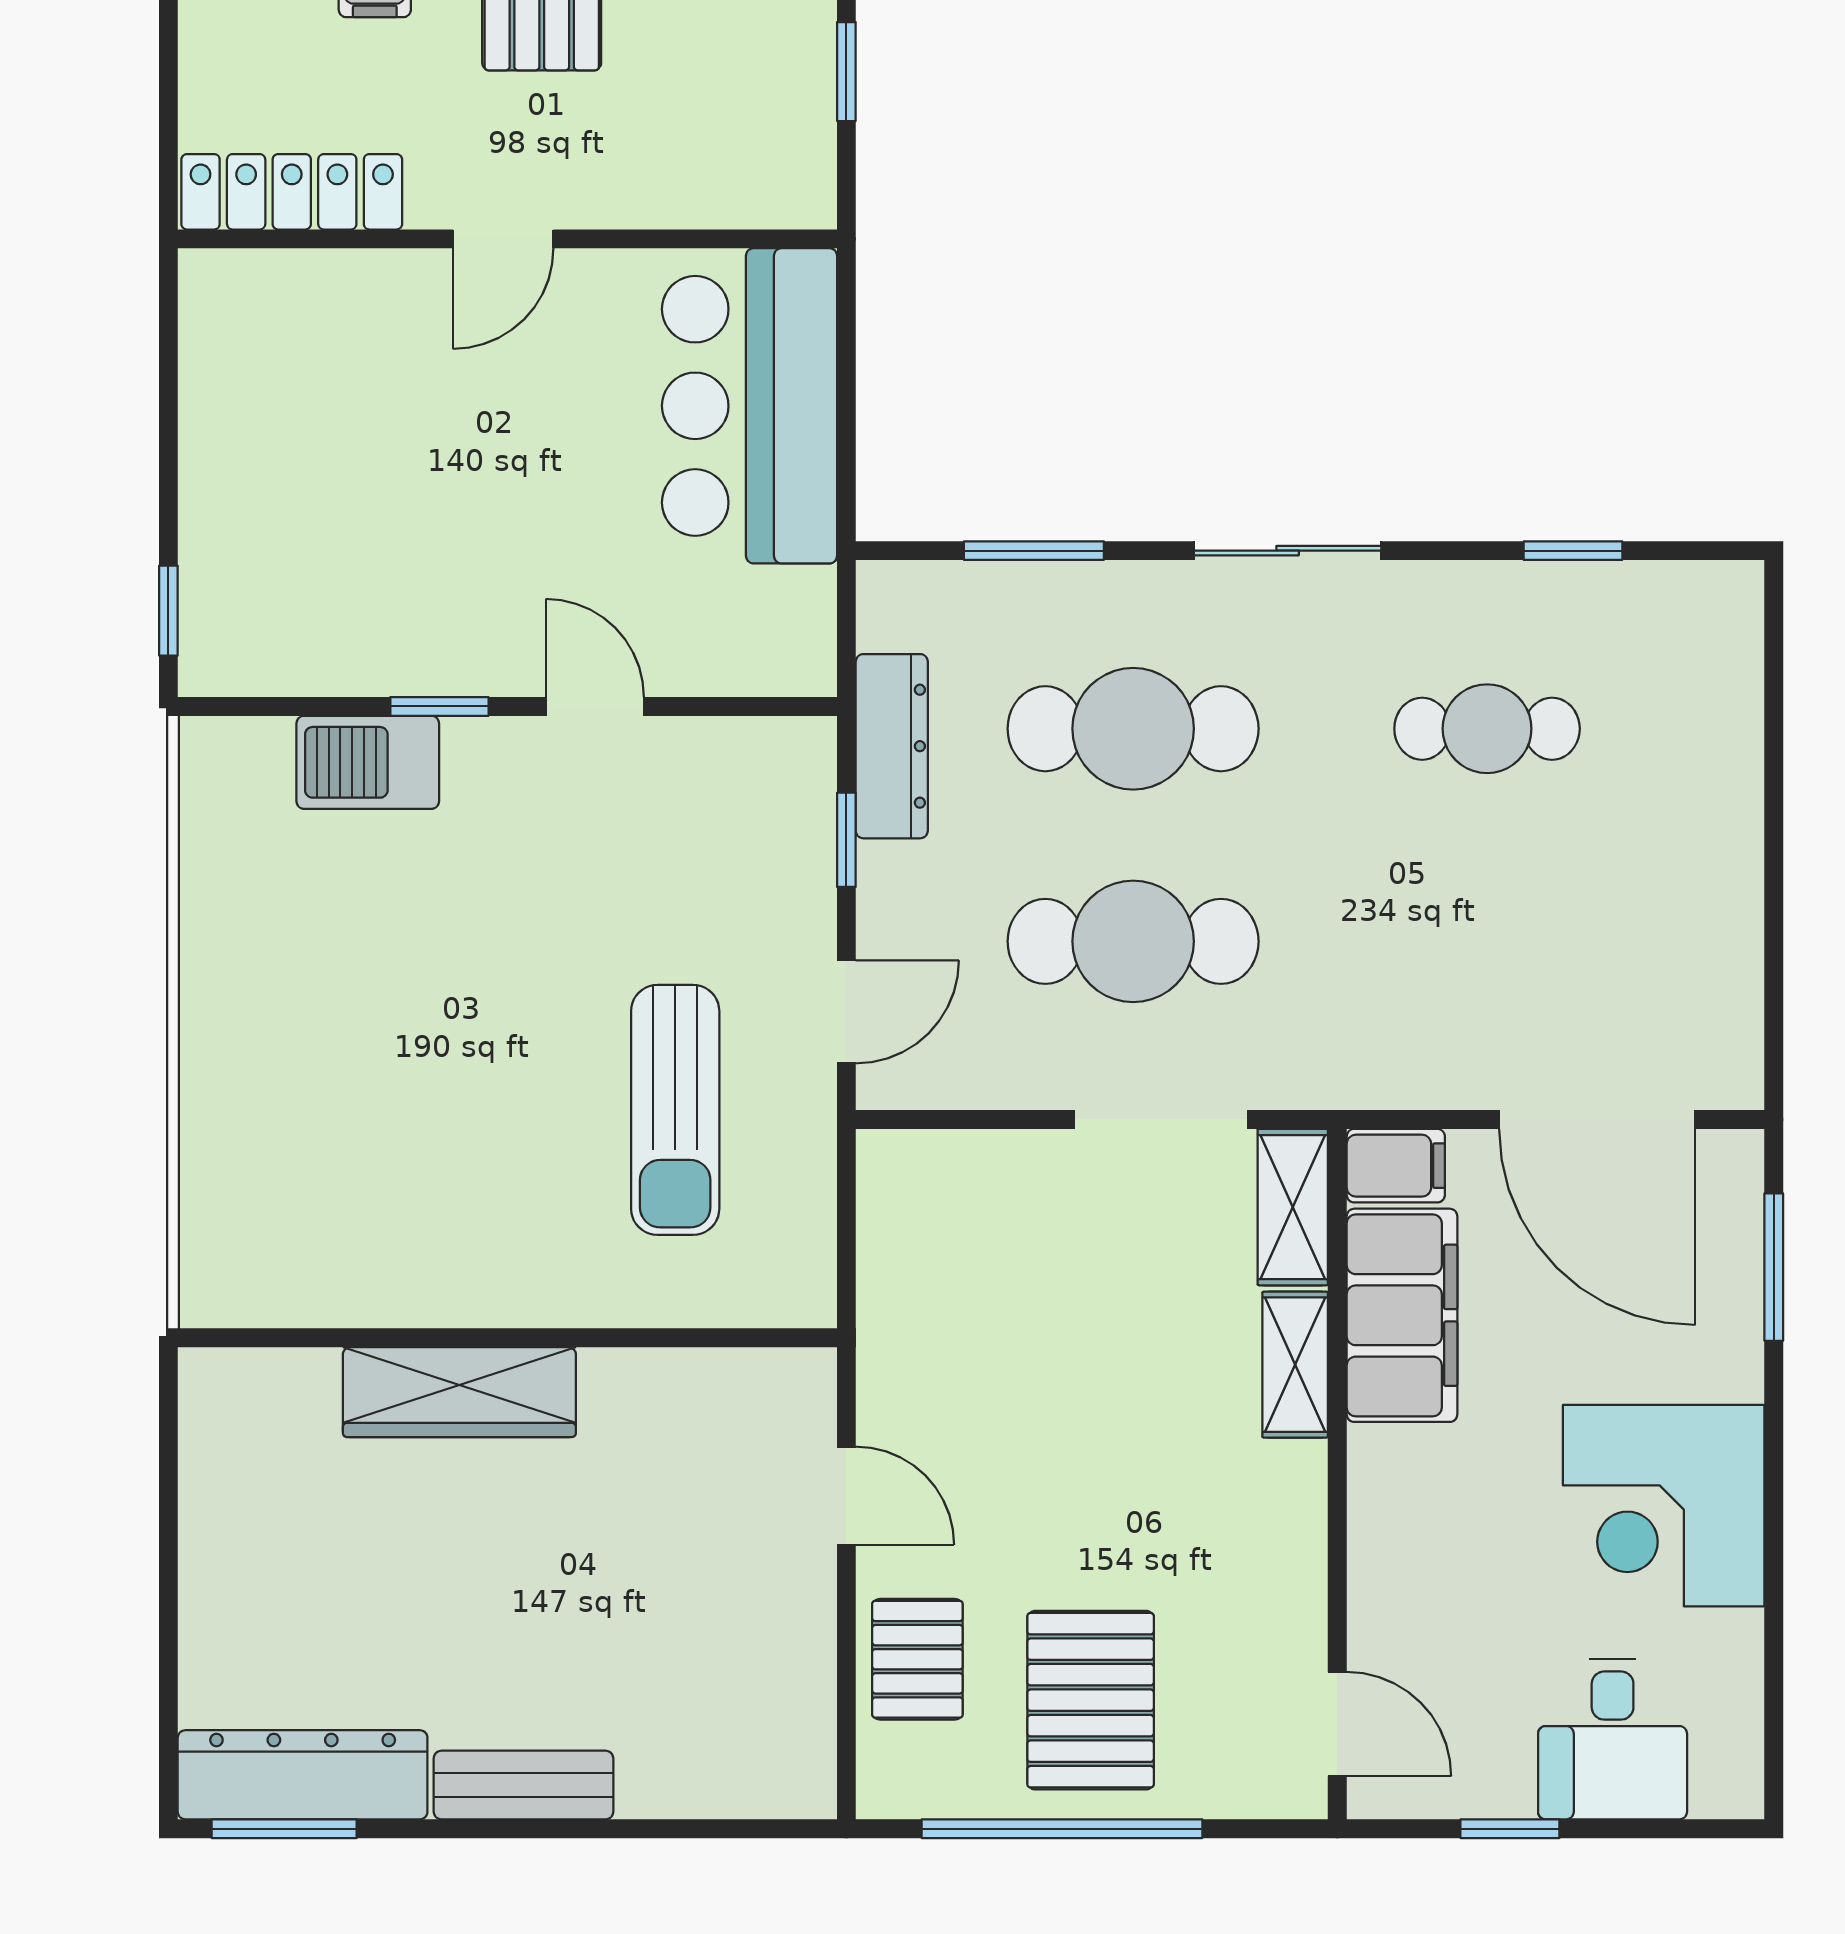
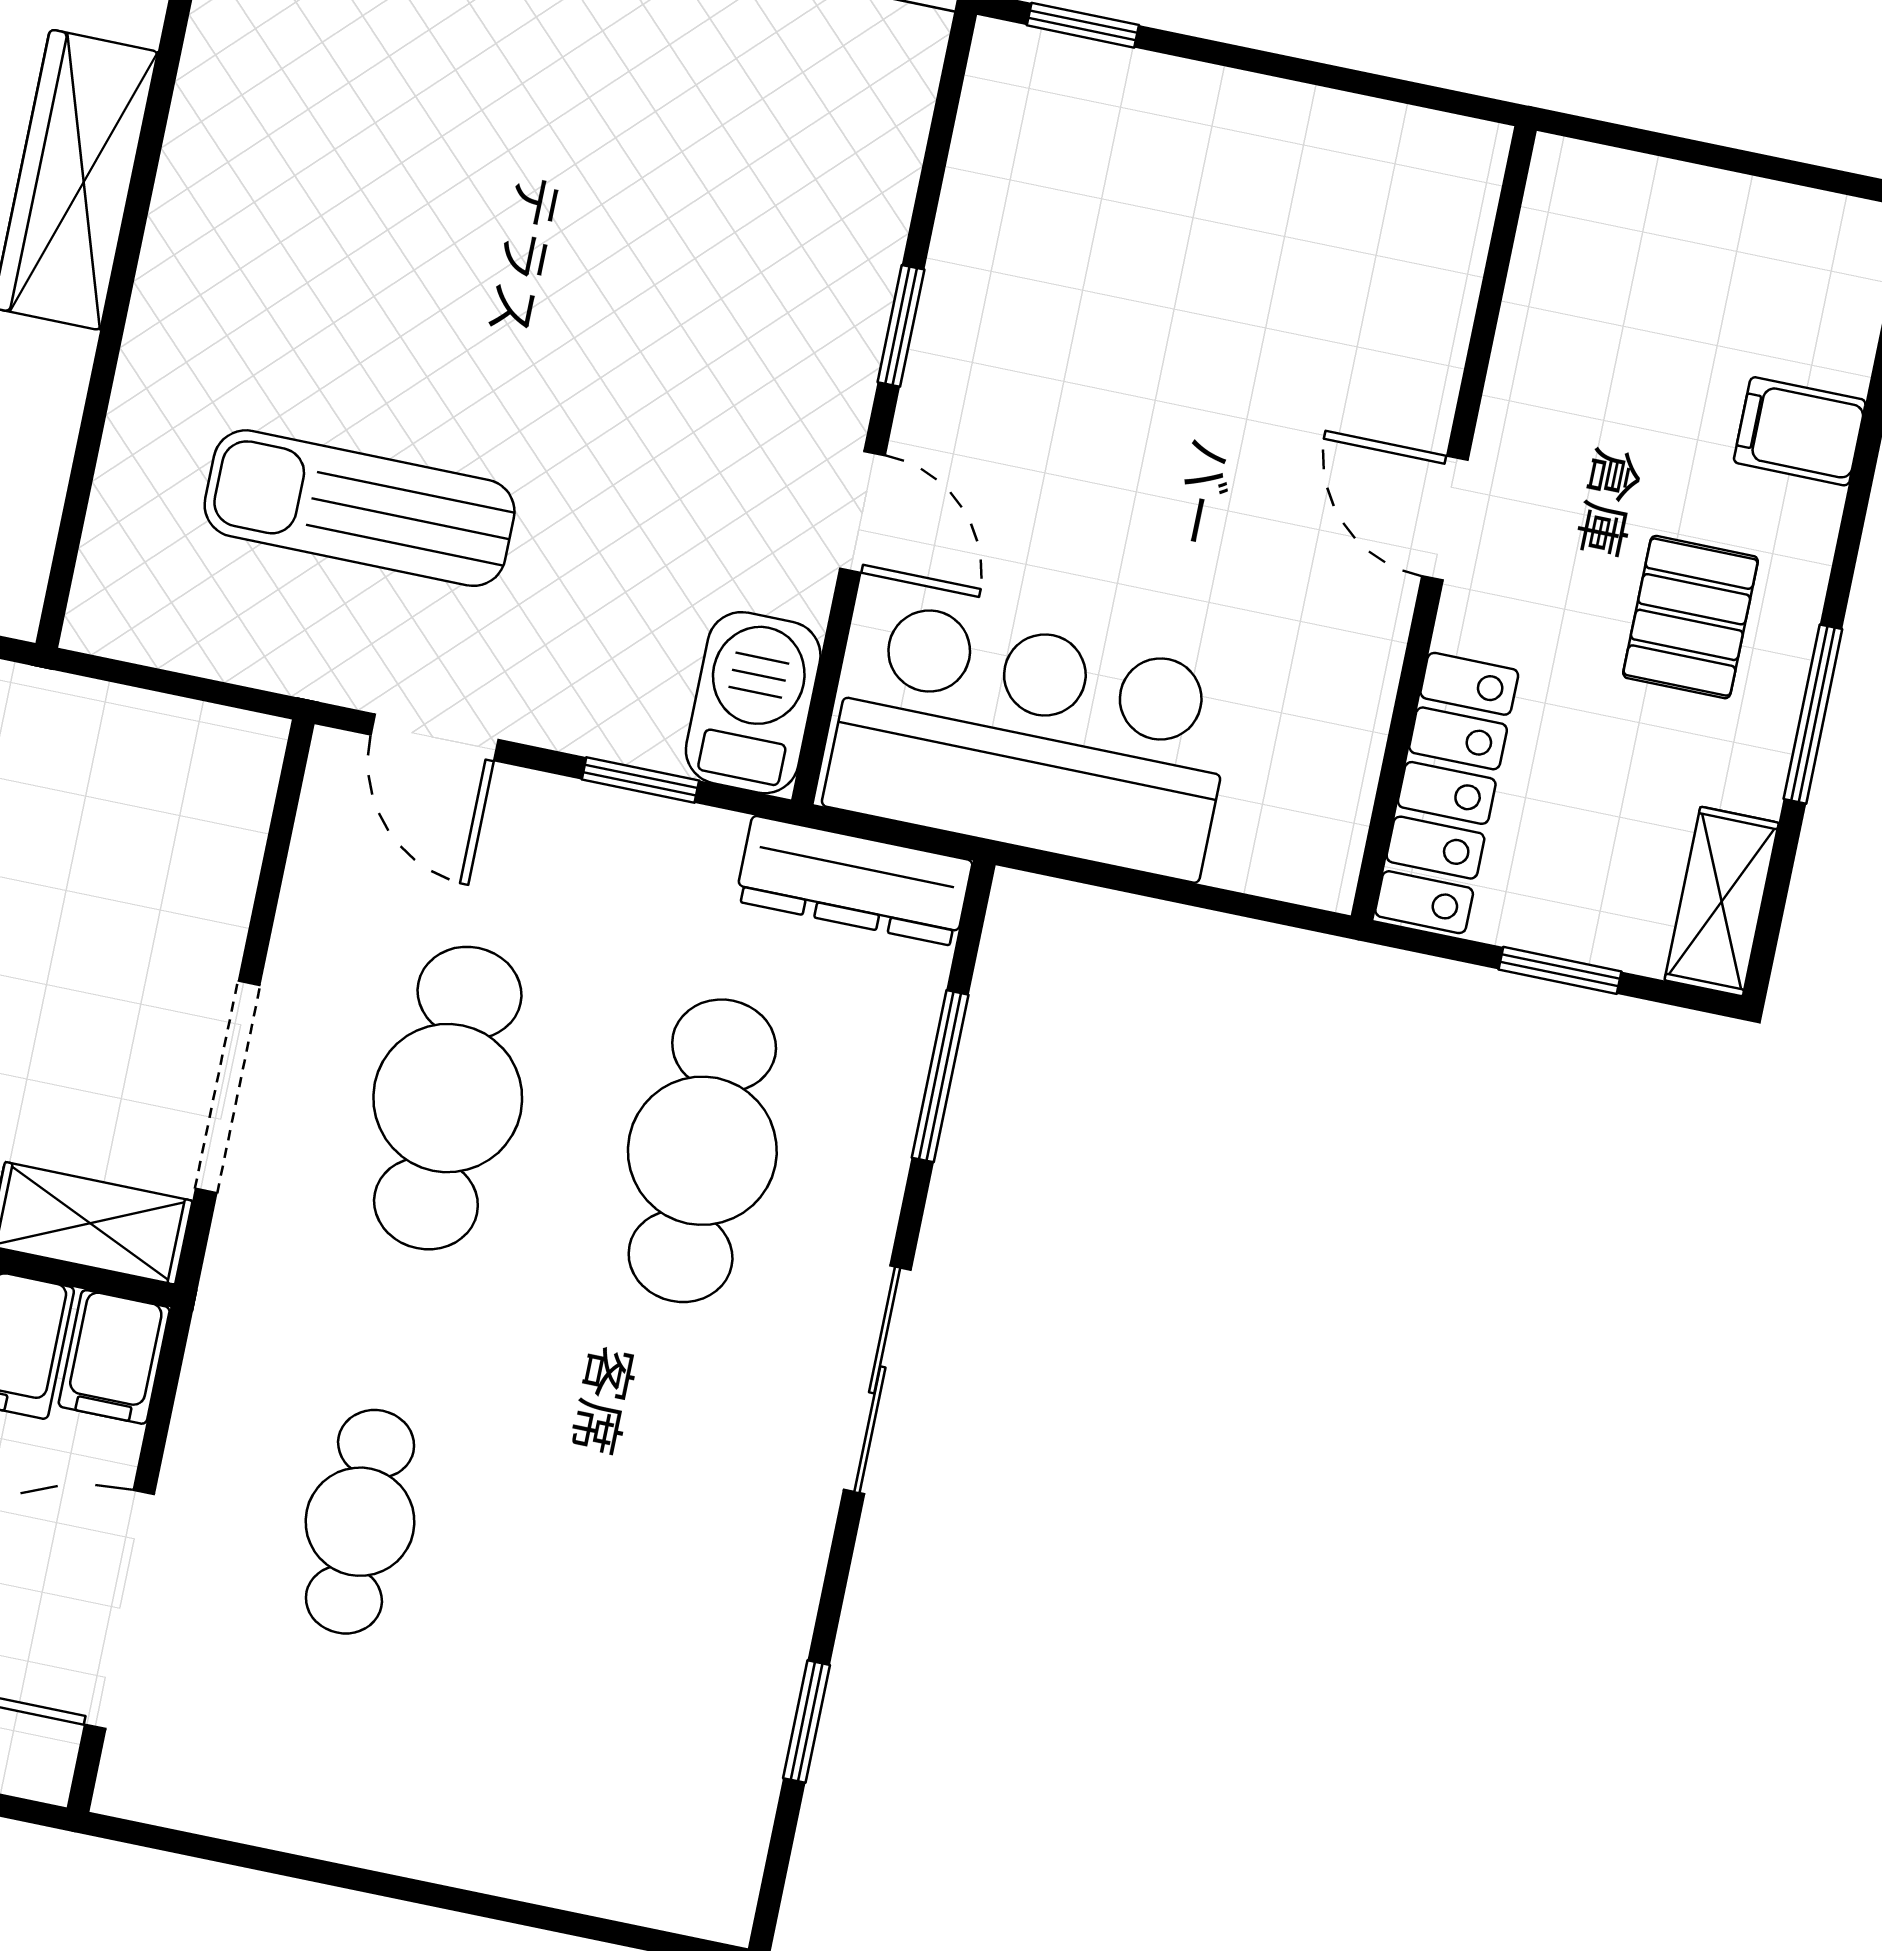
locker: (292, 192) -> (1447, 793), moved
bar counter: (749, 406) -> (1031, 740), moved
door: (595, 706) -> (862, 512), hinge flipped
cafe table: (1487, 729) -> (360, 1522), moved
dresser: (892, 746) -> (854, 881), moved
barbecue: (368, 762) -> (753, 703), moved

